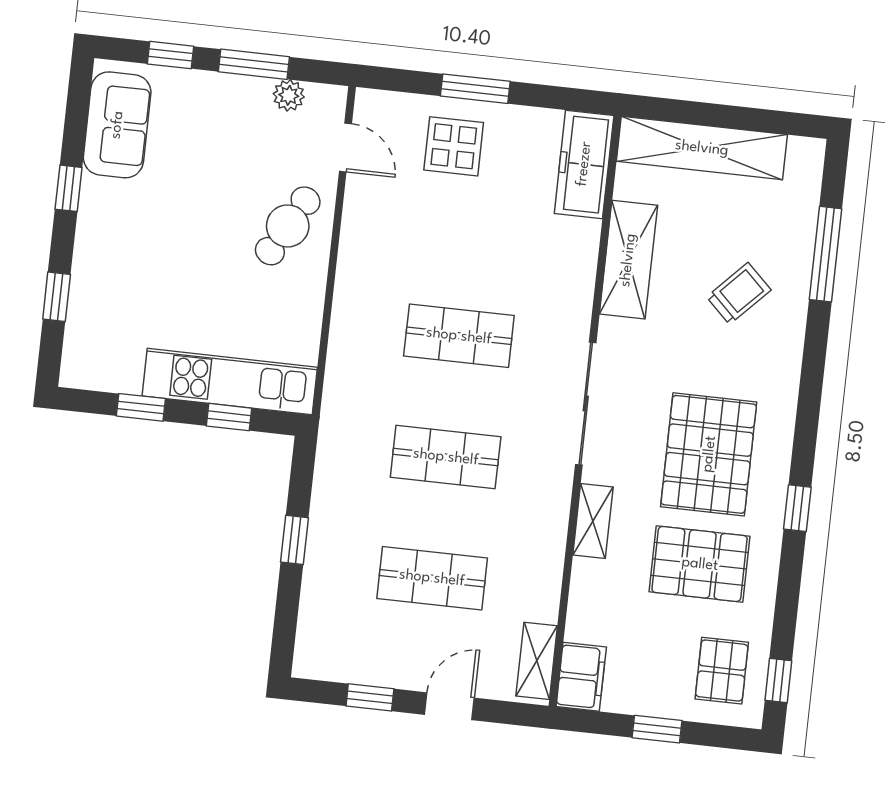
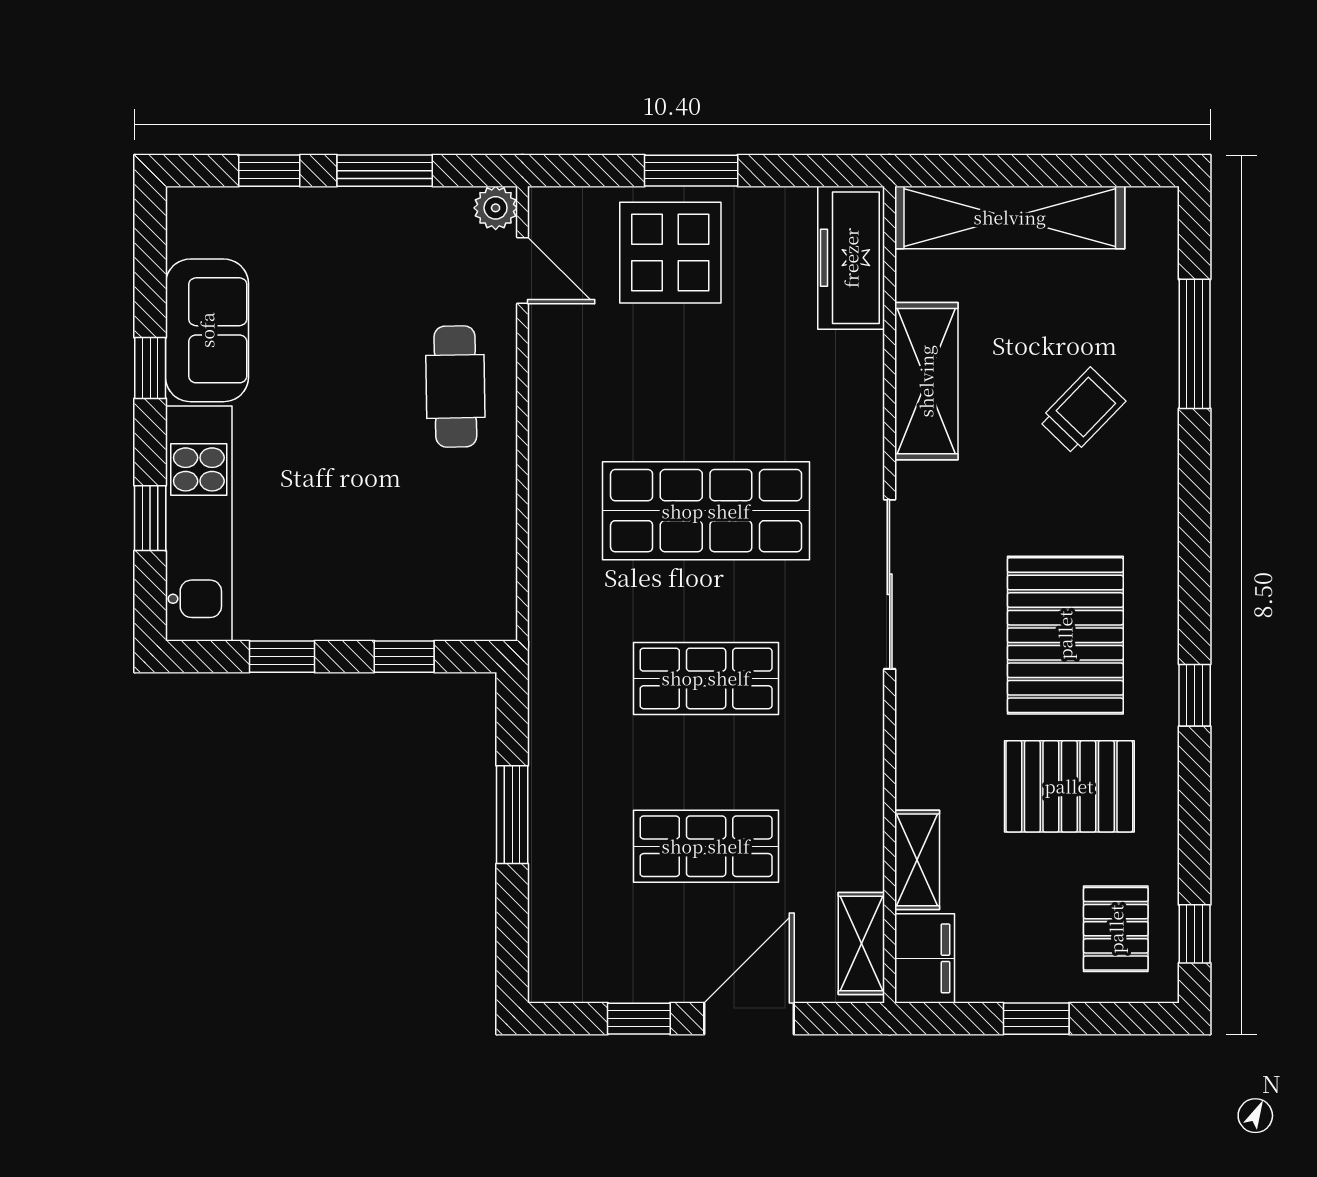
plant: (289, 95) -> (496, 208), moved
sofa: (117, 125) -> (207, 330), moved
display table: (454, 146) -> (670, 253), width x1.36, depth x1.36
cafe table: (288, 226) -> (455, 386), turned -30
shop shelf: (459, 336) -> (706, 511), width x1.43, depth x1.36
kitchen unit: (230, 382) -> (199, 524), moved, turned 90
shelving: (593, 521) -> (917, 860), moved
window: (295, 540) -> (512, 815), width x1.50
door: (449, 706) -> (749, 1019), width x1.38

